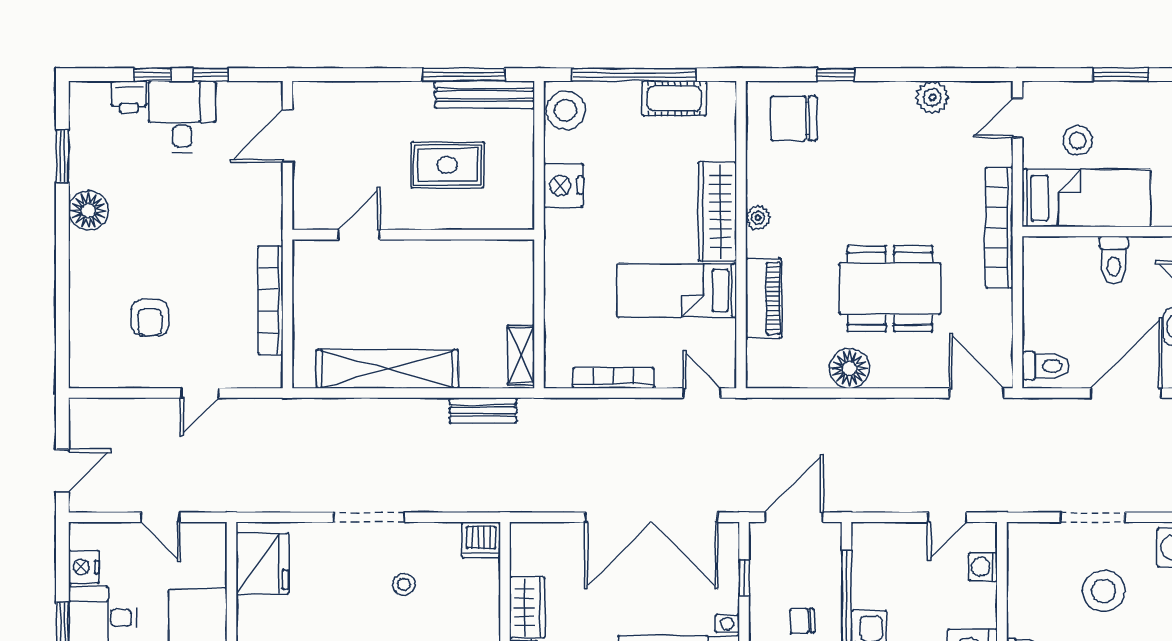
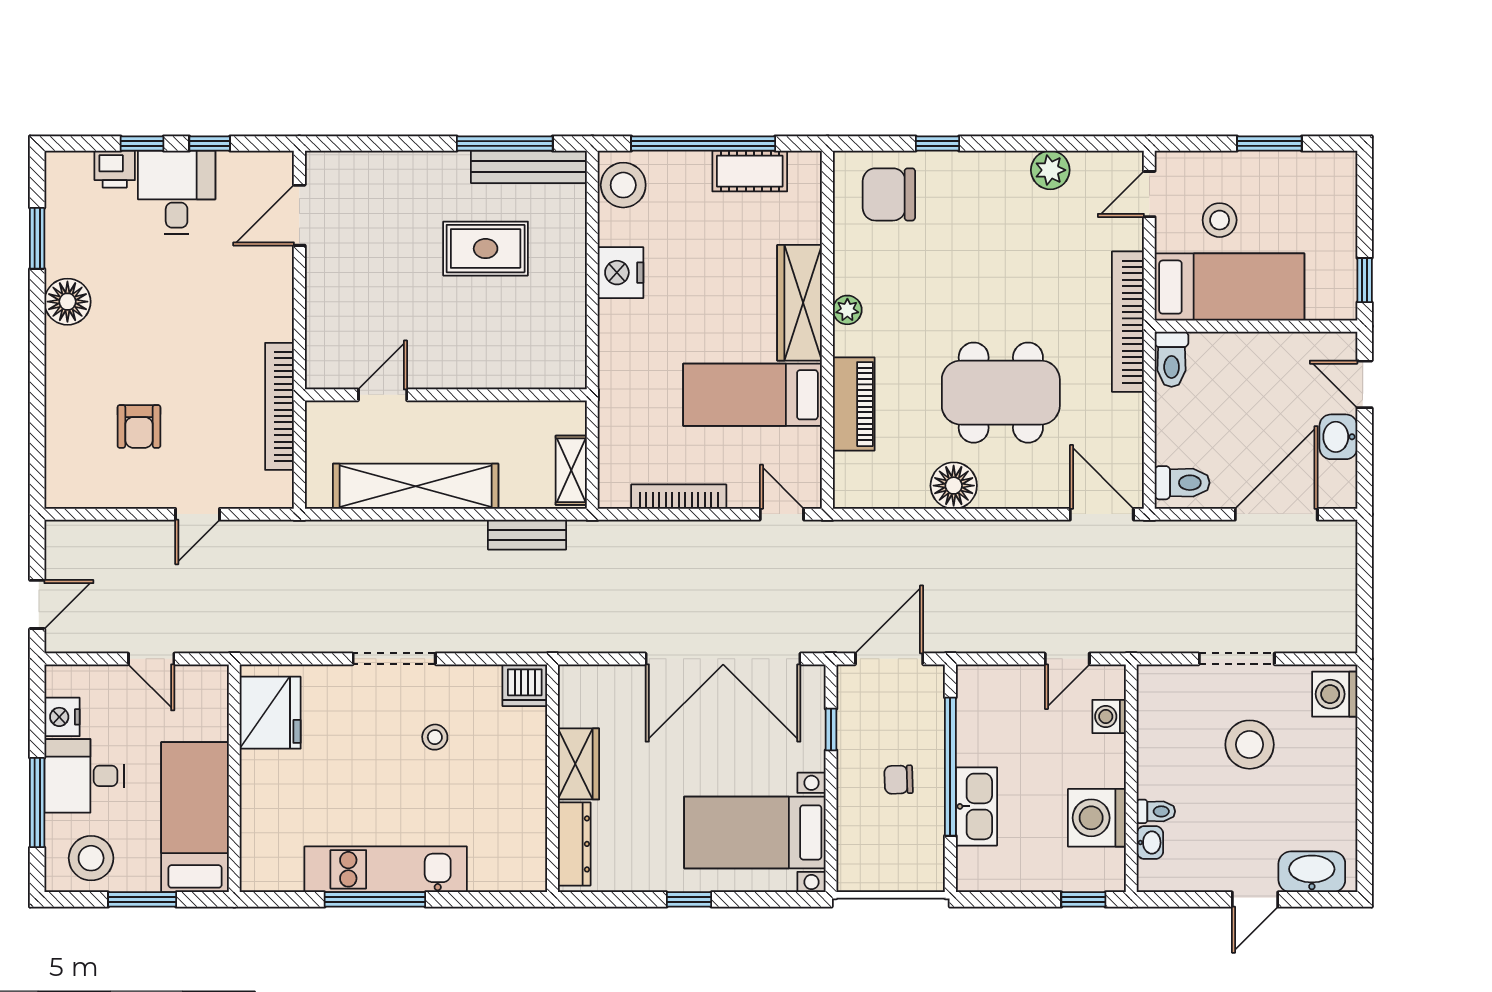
door: (359, 235) -> (383, 395), moved
wall: (413, 235) -> (446, 395), moved
toilet: (1114, 260) -> (1172, 359), moved

